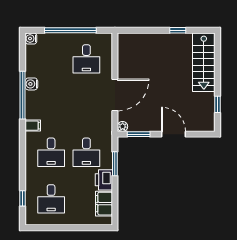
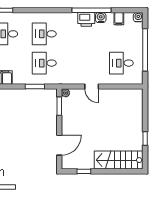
door: (115, 95) -> (92, 87), width x0.53
filing cabinet: (33, 126) -> (119, 19), moved
door: (174, 134) -> (59, 145), moved
printer: (104, 180) -> (86, 19), moved, turned 180

